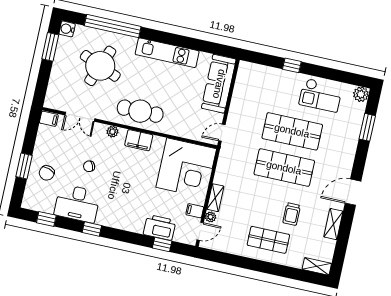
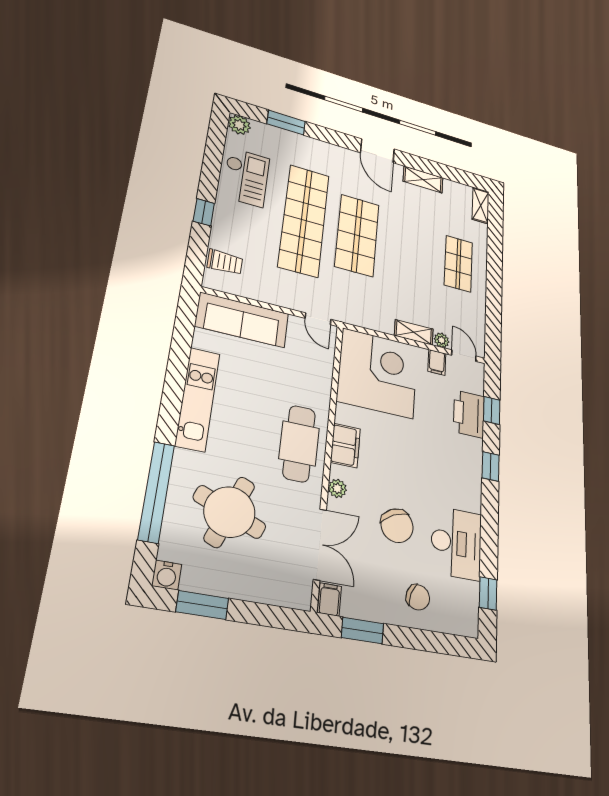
double door: (80, 117) -> (320, 544), width x1.37
shop shelf: (292, 131) -> (304, 220), width x1.40
window: (24, 166) -> (363, 631), moved
chair: (89, 166) -> (397, 526), width x1.87, depth x1.87
trolley: (292, 214) -> (225, 262), moved
window: (92, 229) -> (491, 466), moved

